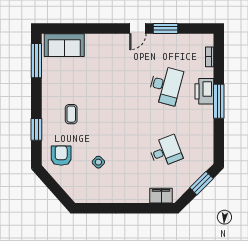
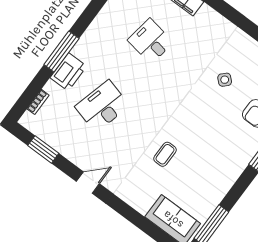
window: (165, 28) -> (43, 149), moved
coffee table: (71, 114) -> (165, 154), moved
desk: (166, 151) -> (150, 41), turned 30

